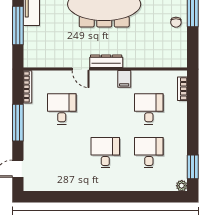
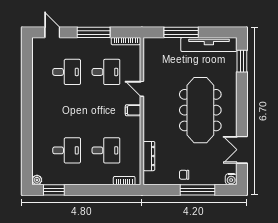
dresser: (106, 61) -> (149, 156), moved
door: (81, 69) -> (142, 89), hinge flipped
filing cabinet: (124, 79) -> (133, 110), moved
desk: (105, 153) -> (67, 72), moved

